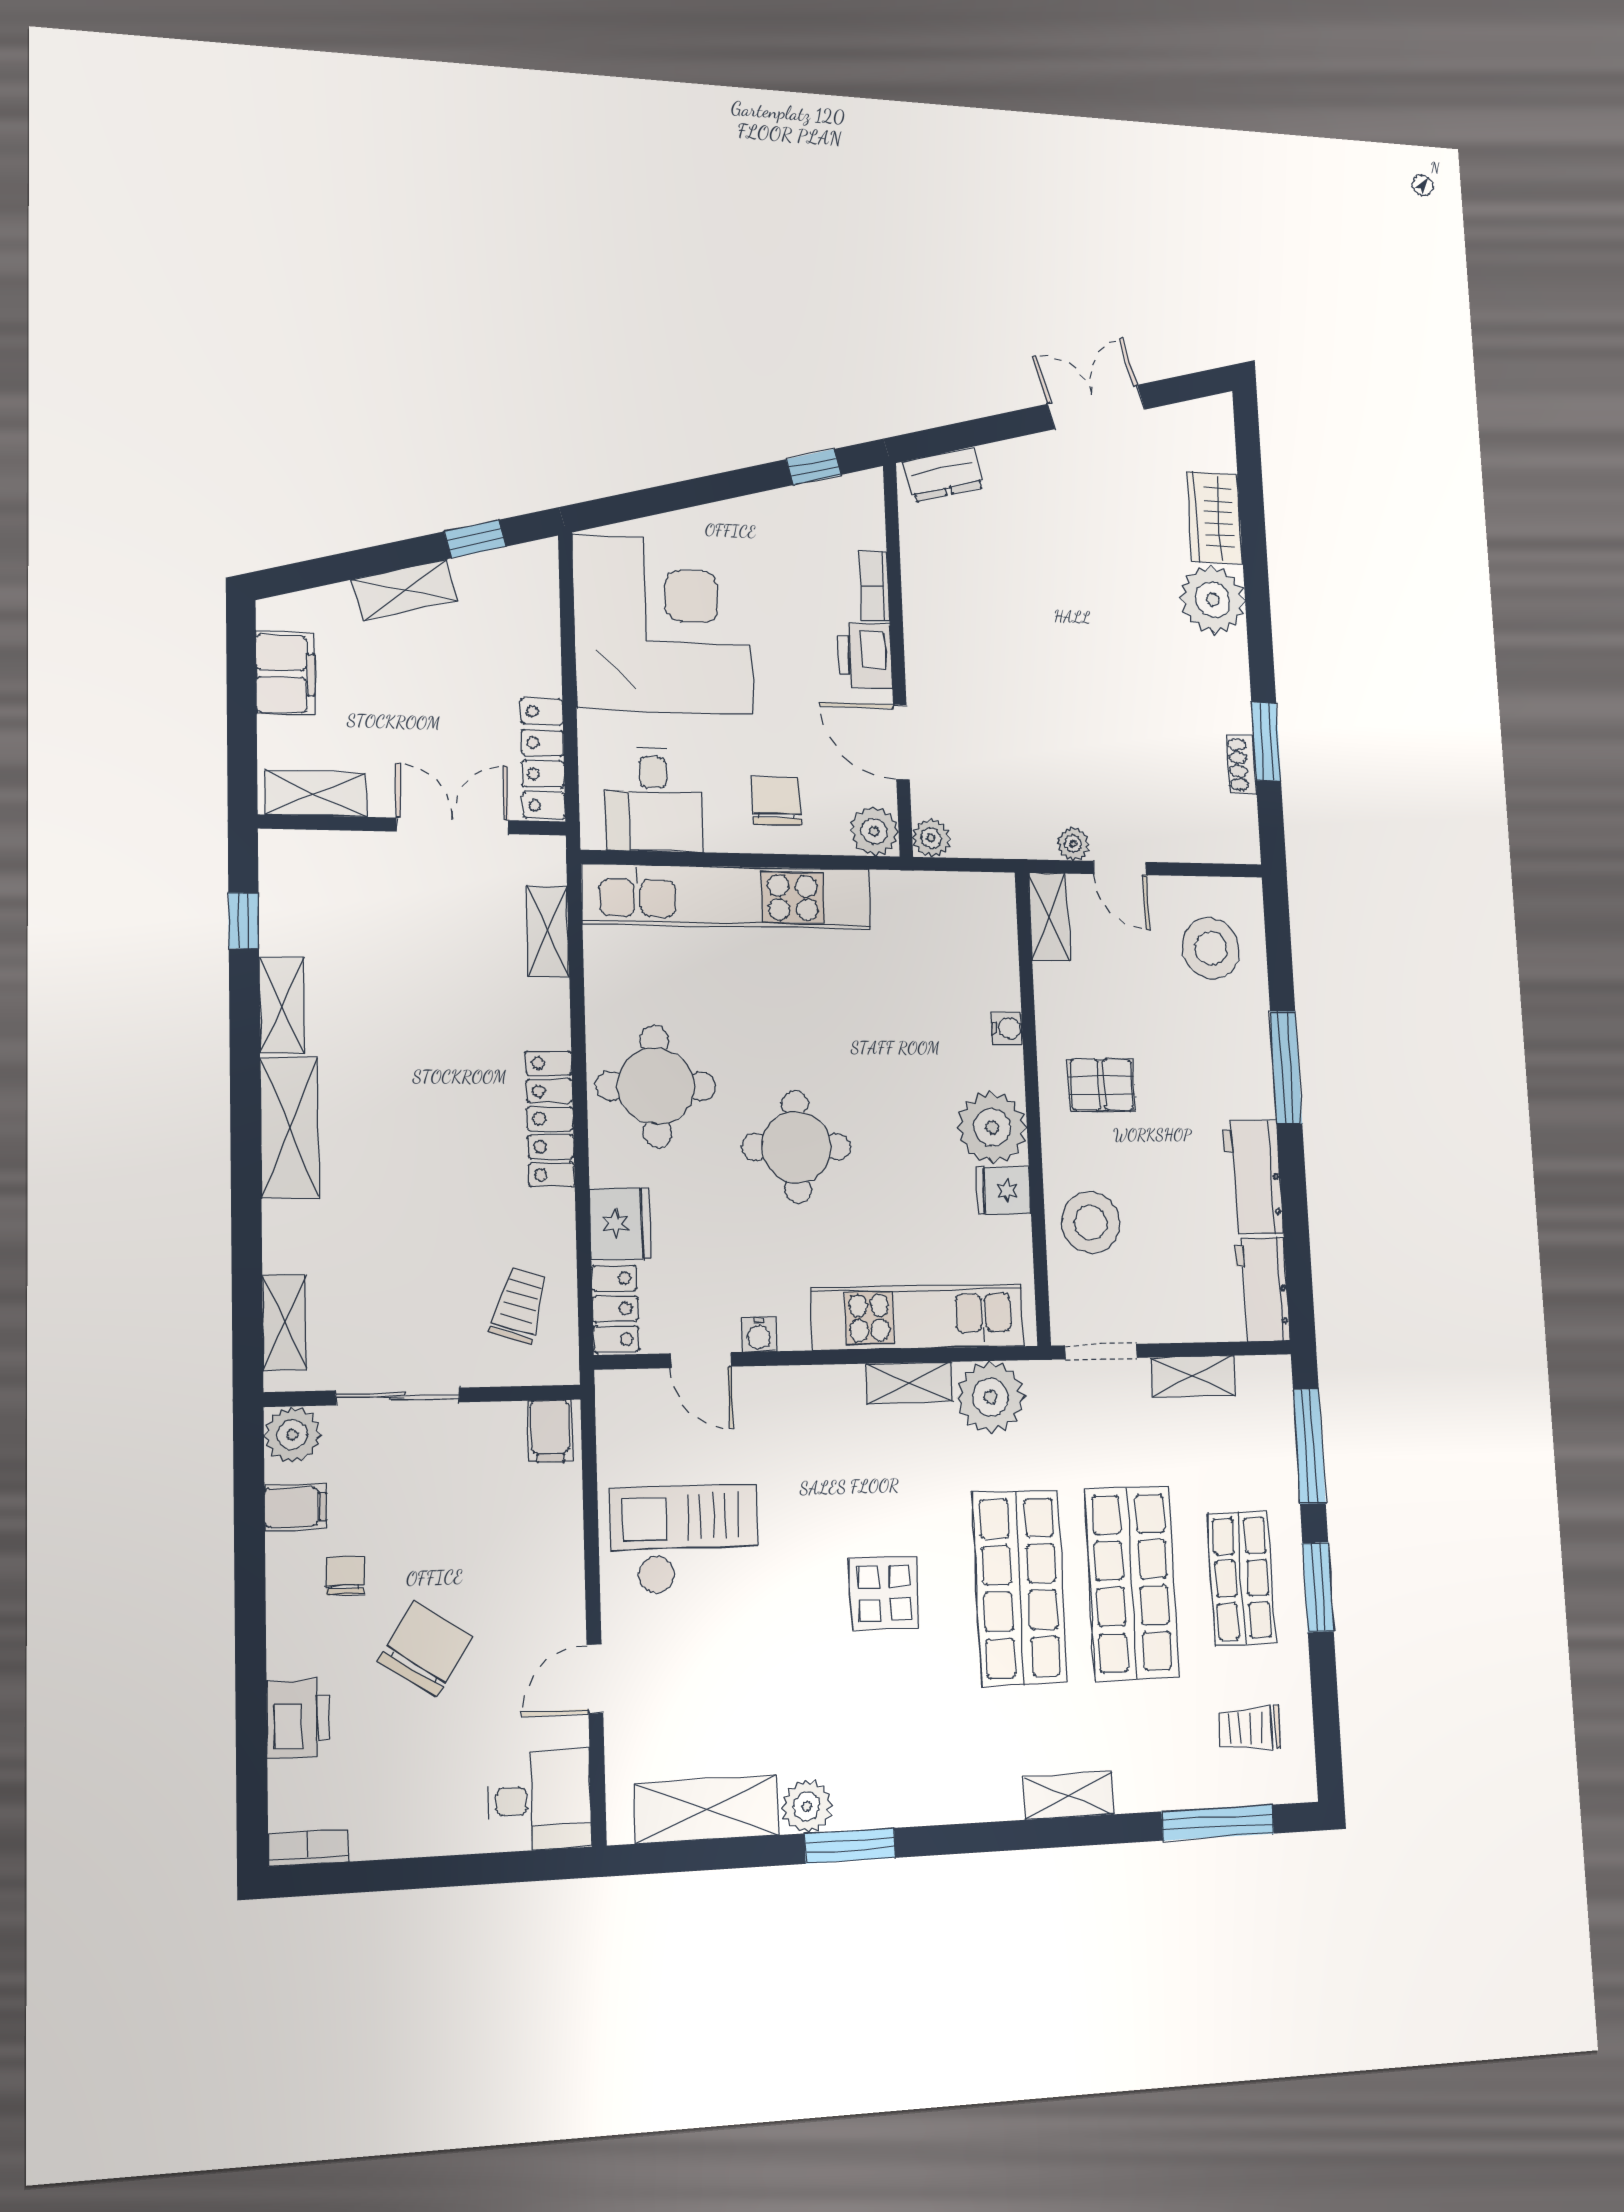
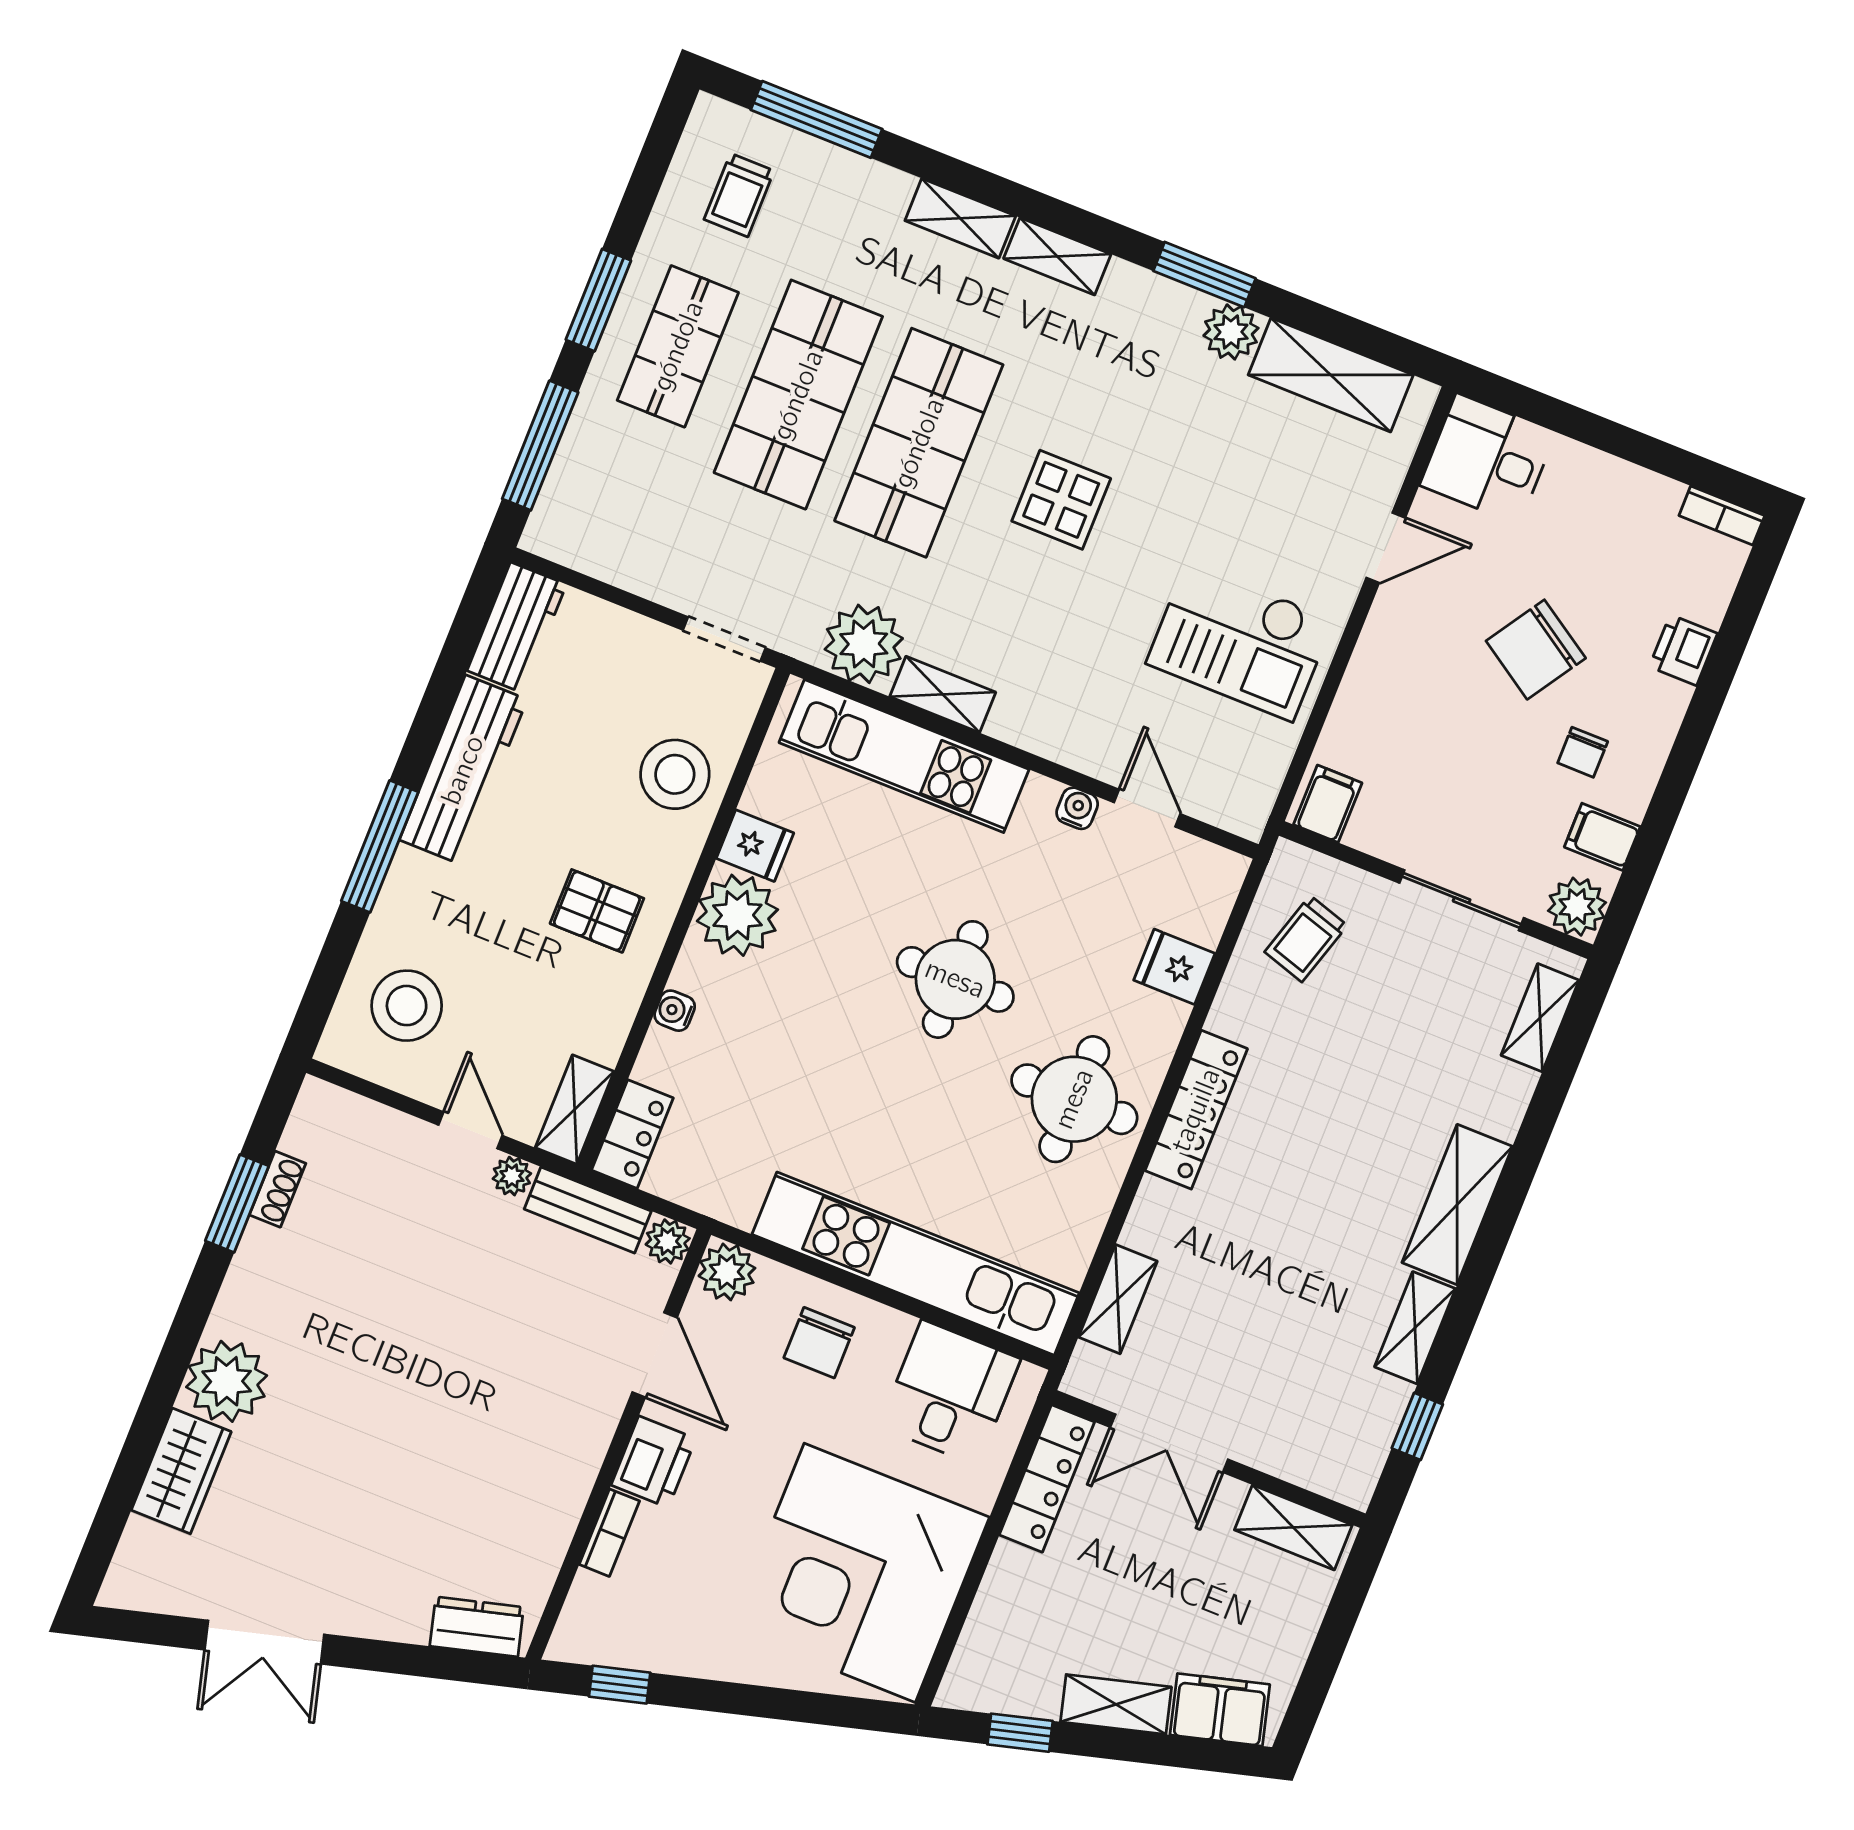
filing cabinet: (285, 674) -> (1220, 1710), moved, turned 75
bench: (1004, 839) -> (588, 1210), added
workbench: (1253, 1177) -> (463, 770), width x1.38
fridge: (620, 1224) -> (1174, 967), width x0.72
locker: (615, 1309) -> (632, 1134), moved, turned 180
shelving: (1193, 1376) -> (1057, 256), moved
printer: (298, 1719) -> (1683, 650), width x0.73, depth x0.81
trolley: (1250, 1728) -> (739, 195), turned 90

